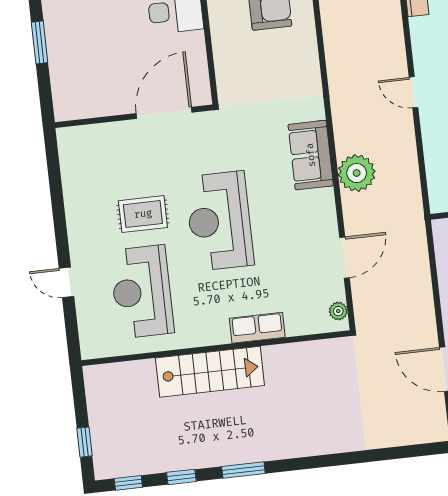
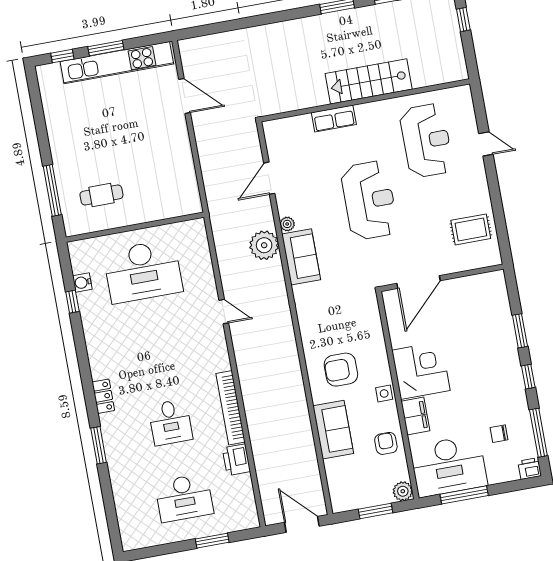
rug: (143, 214) -> (471, 229), moved
plant: (338, 311) -> (287, 224), moved

